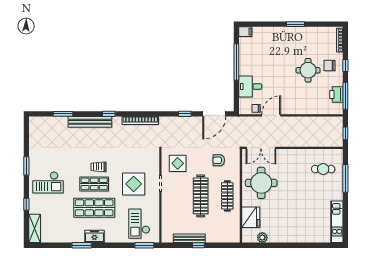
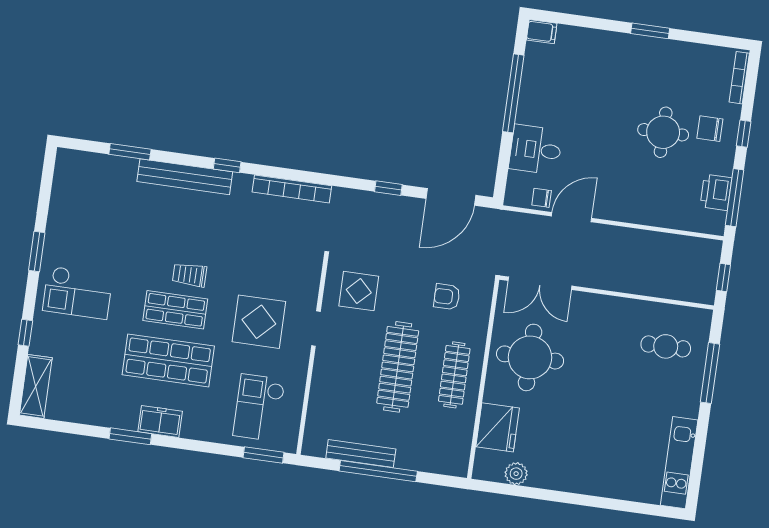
window: (198, 245) -> (378, 471), width x3.17

